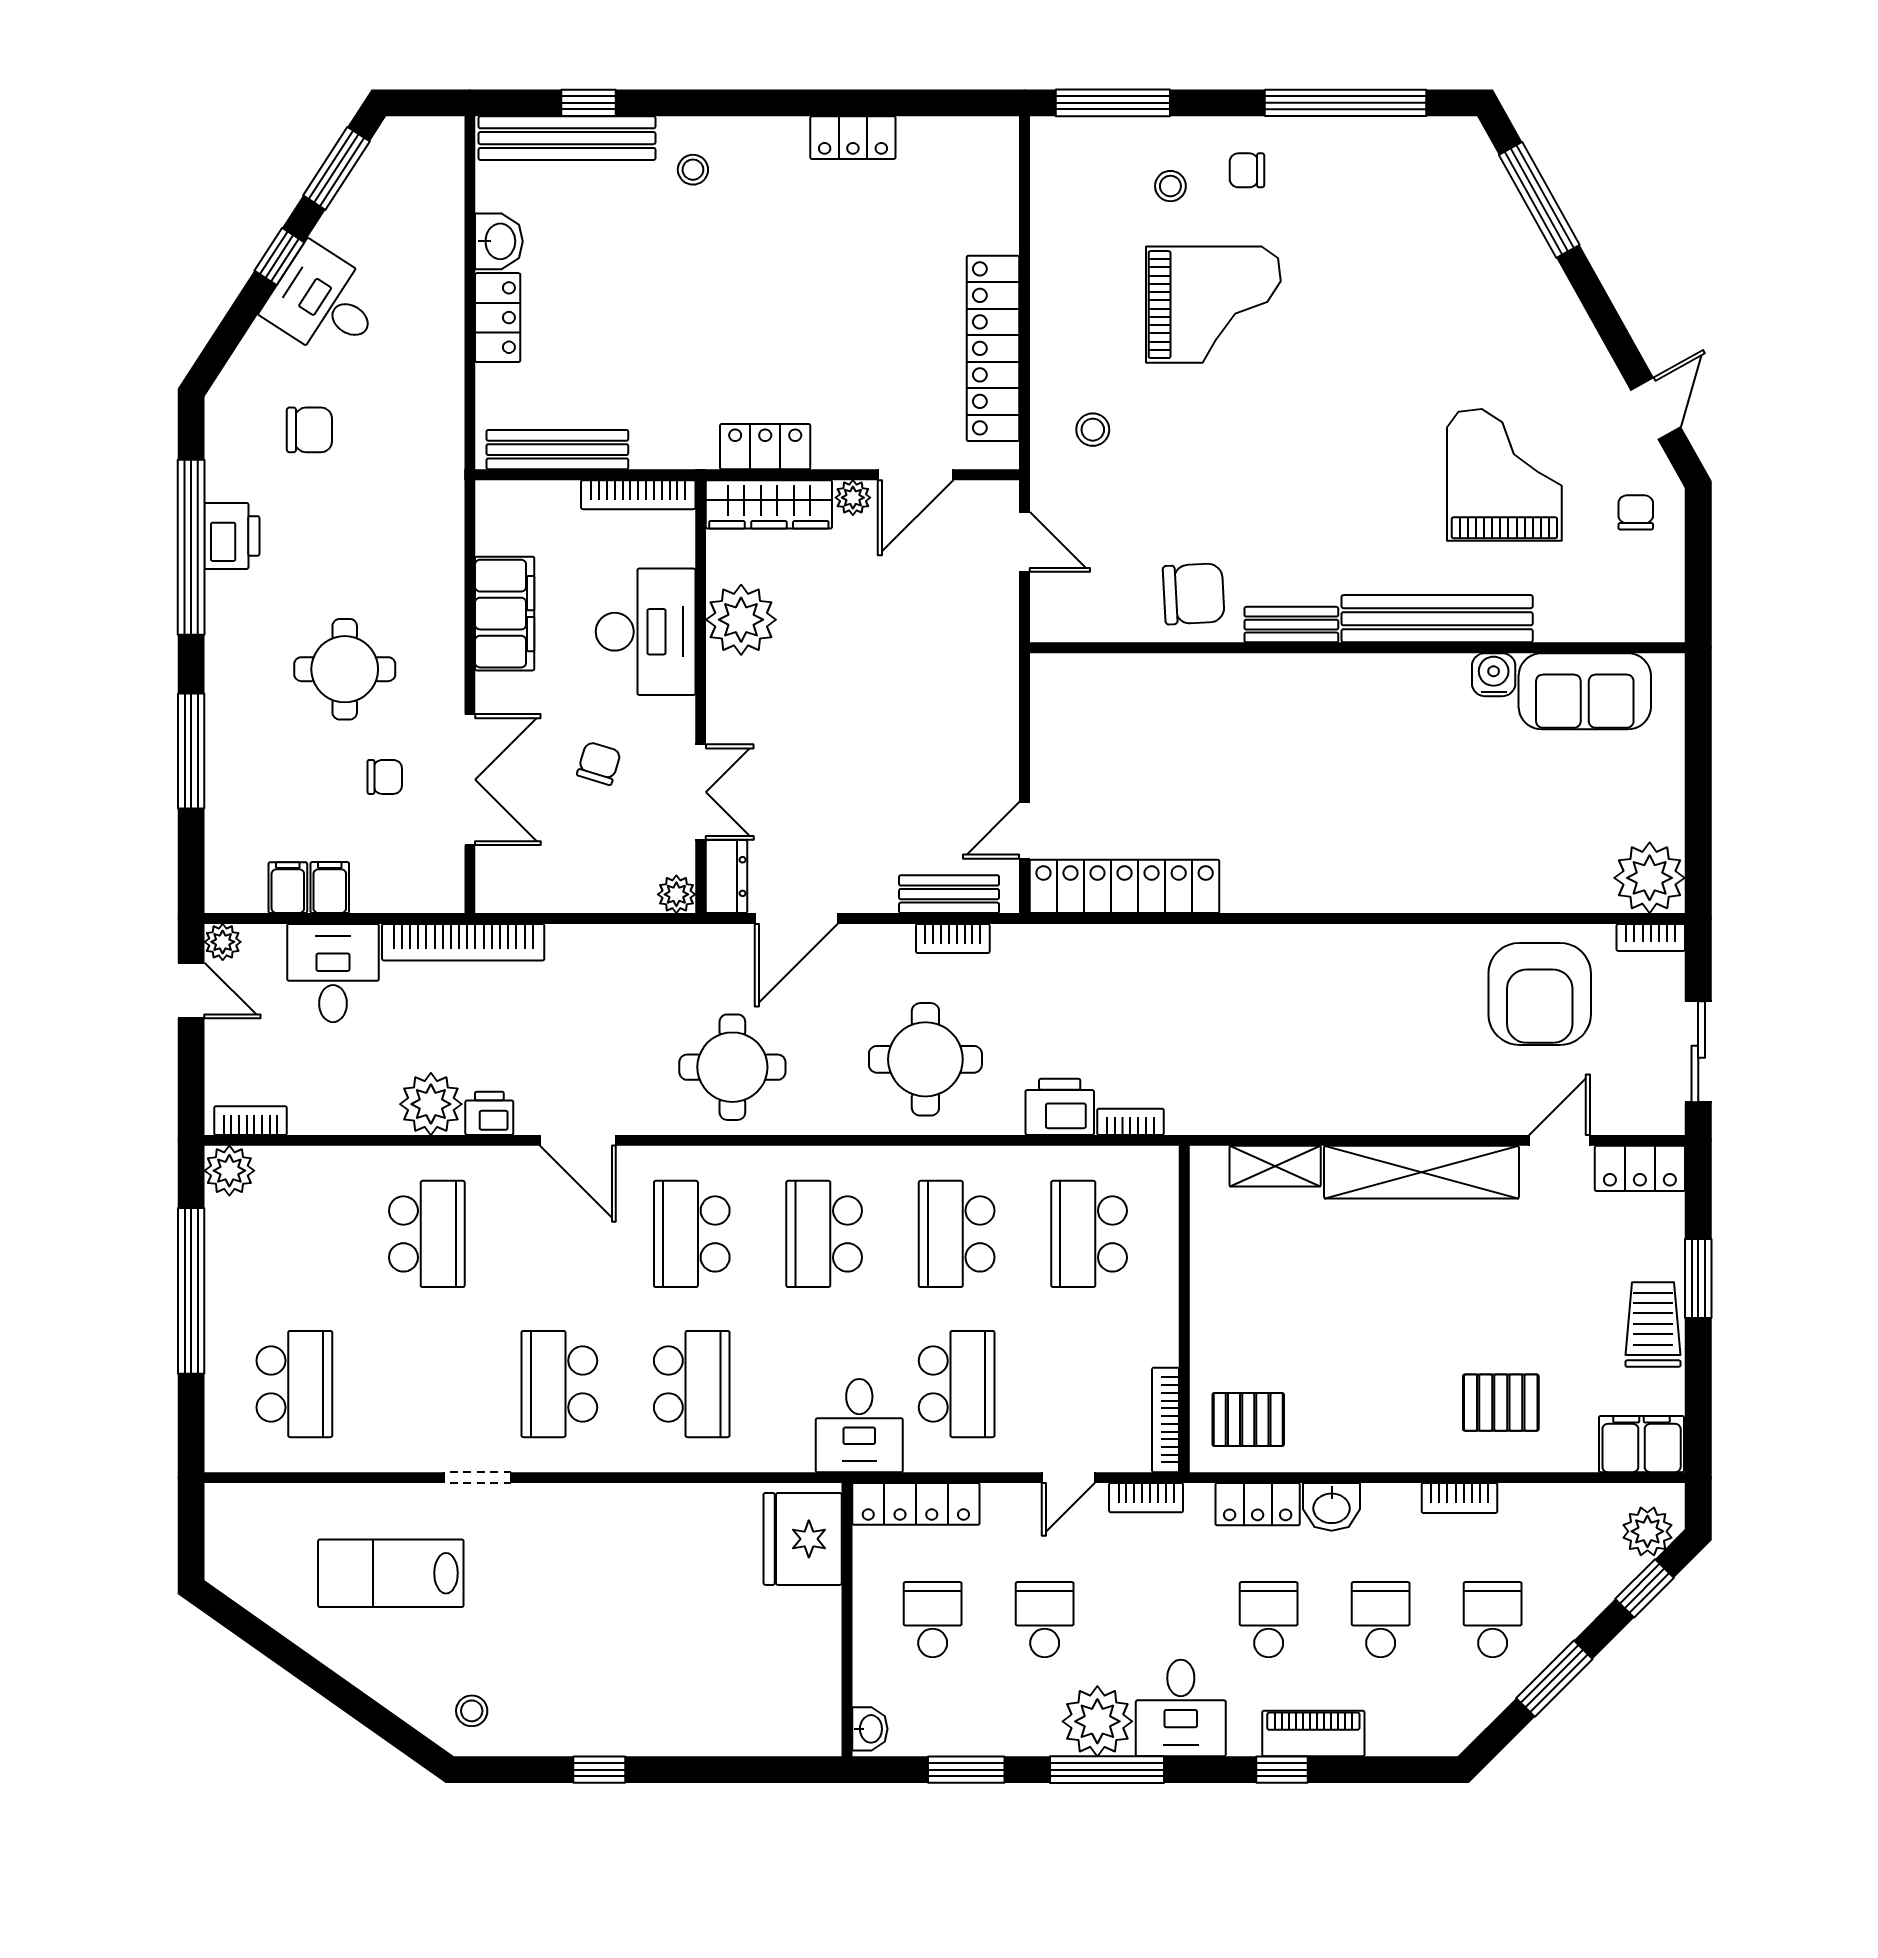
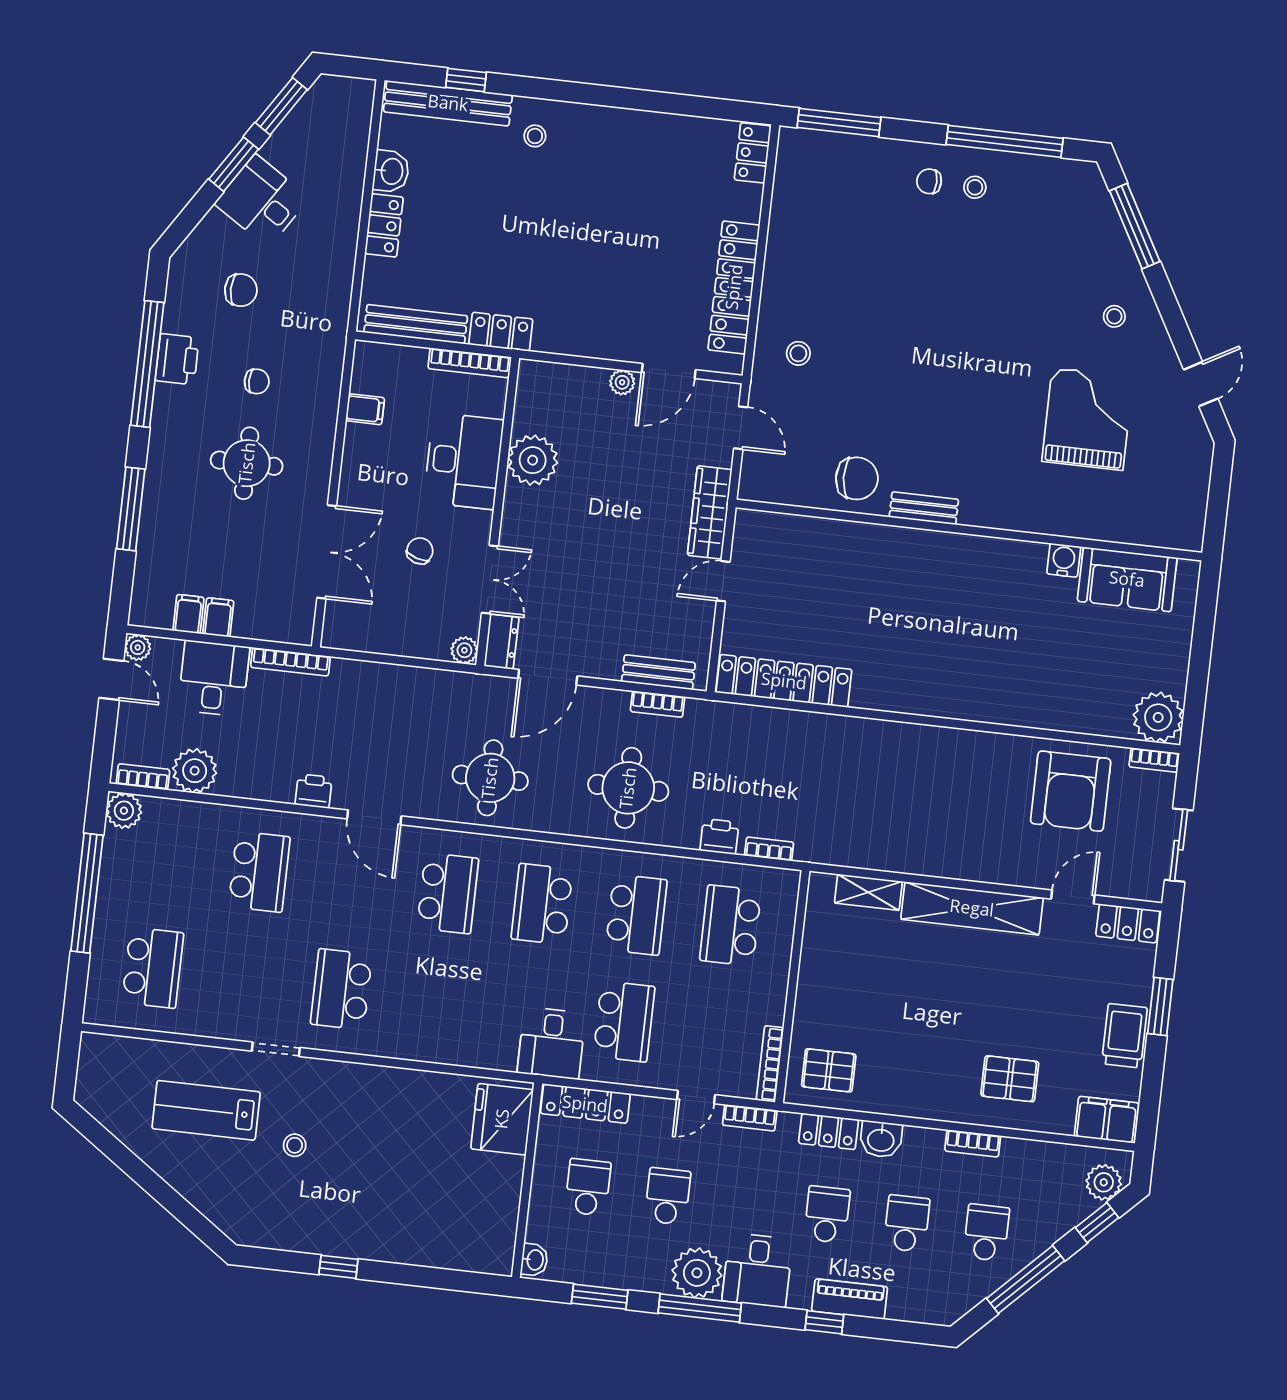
locker: (853, 138) -> (753, 153), moved, turned 90
stool: (1170, 186) -> (975, 187), moved
window: (279, 256) -> (234, 164), width x1.50
grand piano: (1213, 305) -> (894, 274), removed
stool: (1525, 328) -> (1114, 316), added
locker: (765, 447) -> (501, 332), moved
wardrobe: (769, 504) -> (710, 512), moved, turned 90
chair: (1636, 512) -> (1178, 456), removed
filing cabinet: (505, 614) -> (365, 409), width x0.33, depth x0.86
bench: (1437, 619) -> (1028, 516), removed
chair: (385, 777) -> (257, 381), moved
door: (1025, 830) -> (723, 581), moved
bookcase: (463, 942) -> (290, 662), width x0.68, depth x0.76
plant: (431, 1104) -> (195, 771), moved
printer: (1060, 1107) -> (719, 836), width x0.73, depth x0.81
school desk: (692, 1234) -> (448, 893), turned 180
school desk: (957, 1234) -> (636, 915), turned 180
school desk: (692, 1384) -> (436, 1000), removed
window: (1554, 1679) -> (1026, 1280), width x1.44
stool: (472, 1711) -> (295, 1145), moved

